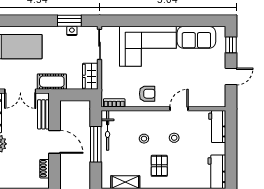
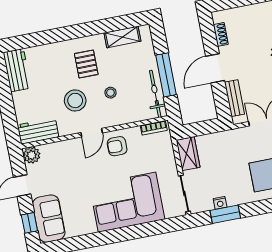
sofa: (196, 37) -> (49, 219), moved, turned 90
cot: (52, 82) -> (232, 139), removed
plant: (218, 100) -> (32, 155), added
door: (179, 109) -> (92, 133), moved
workbench: (217, 127) -> (38, 131), moved, turned -90
stool: (174, 138) -> (75, 100), width x1.89, depth x1.89
door: (54, 142) -> (215, 68), hinge flipped

